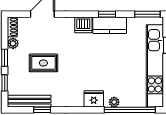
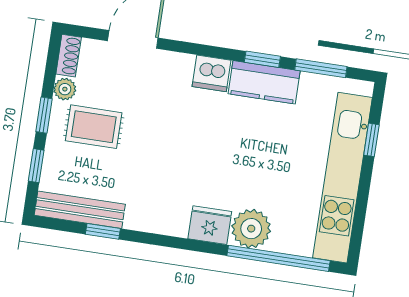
window: (147, 14) -> (321, 68), moved
rug: (43, 63) -> (94, 127), moved
plant: (114, 102) -> (251, 229), width x1.88, depth x1.88

